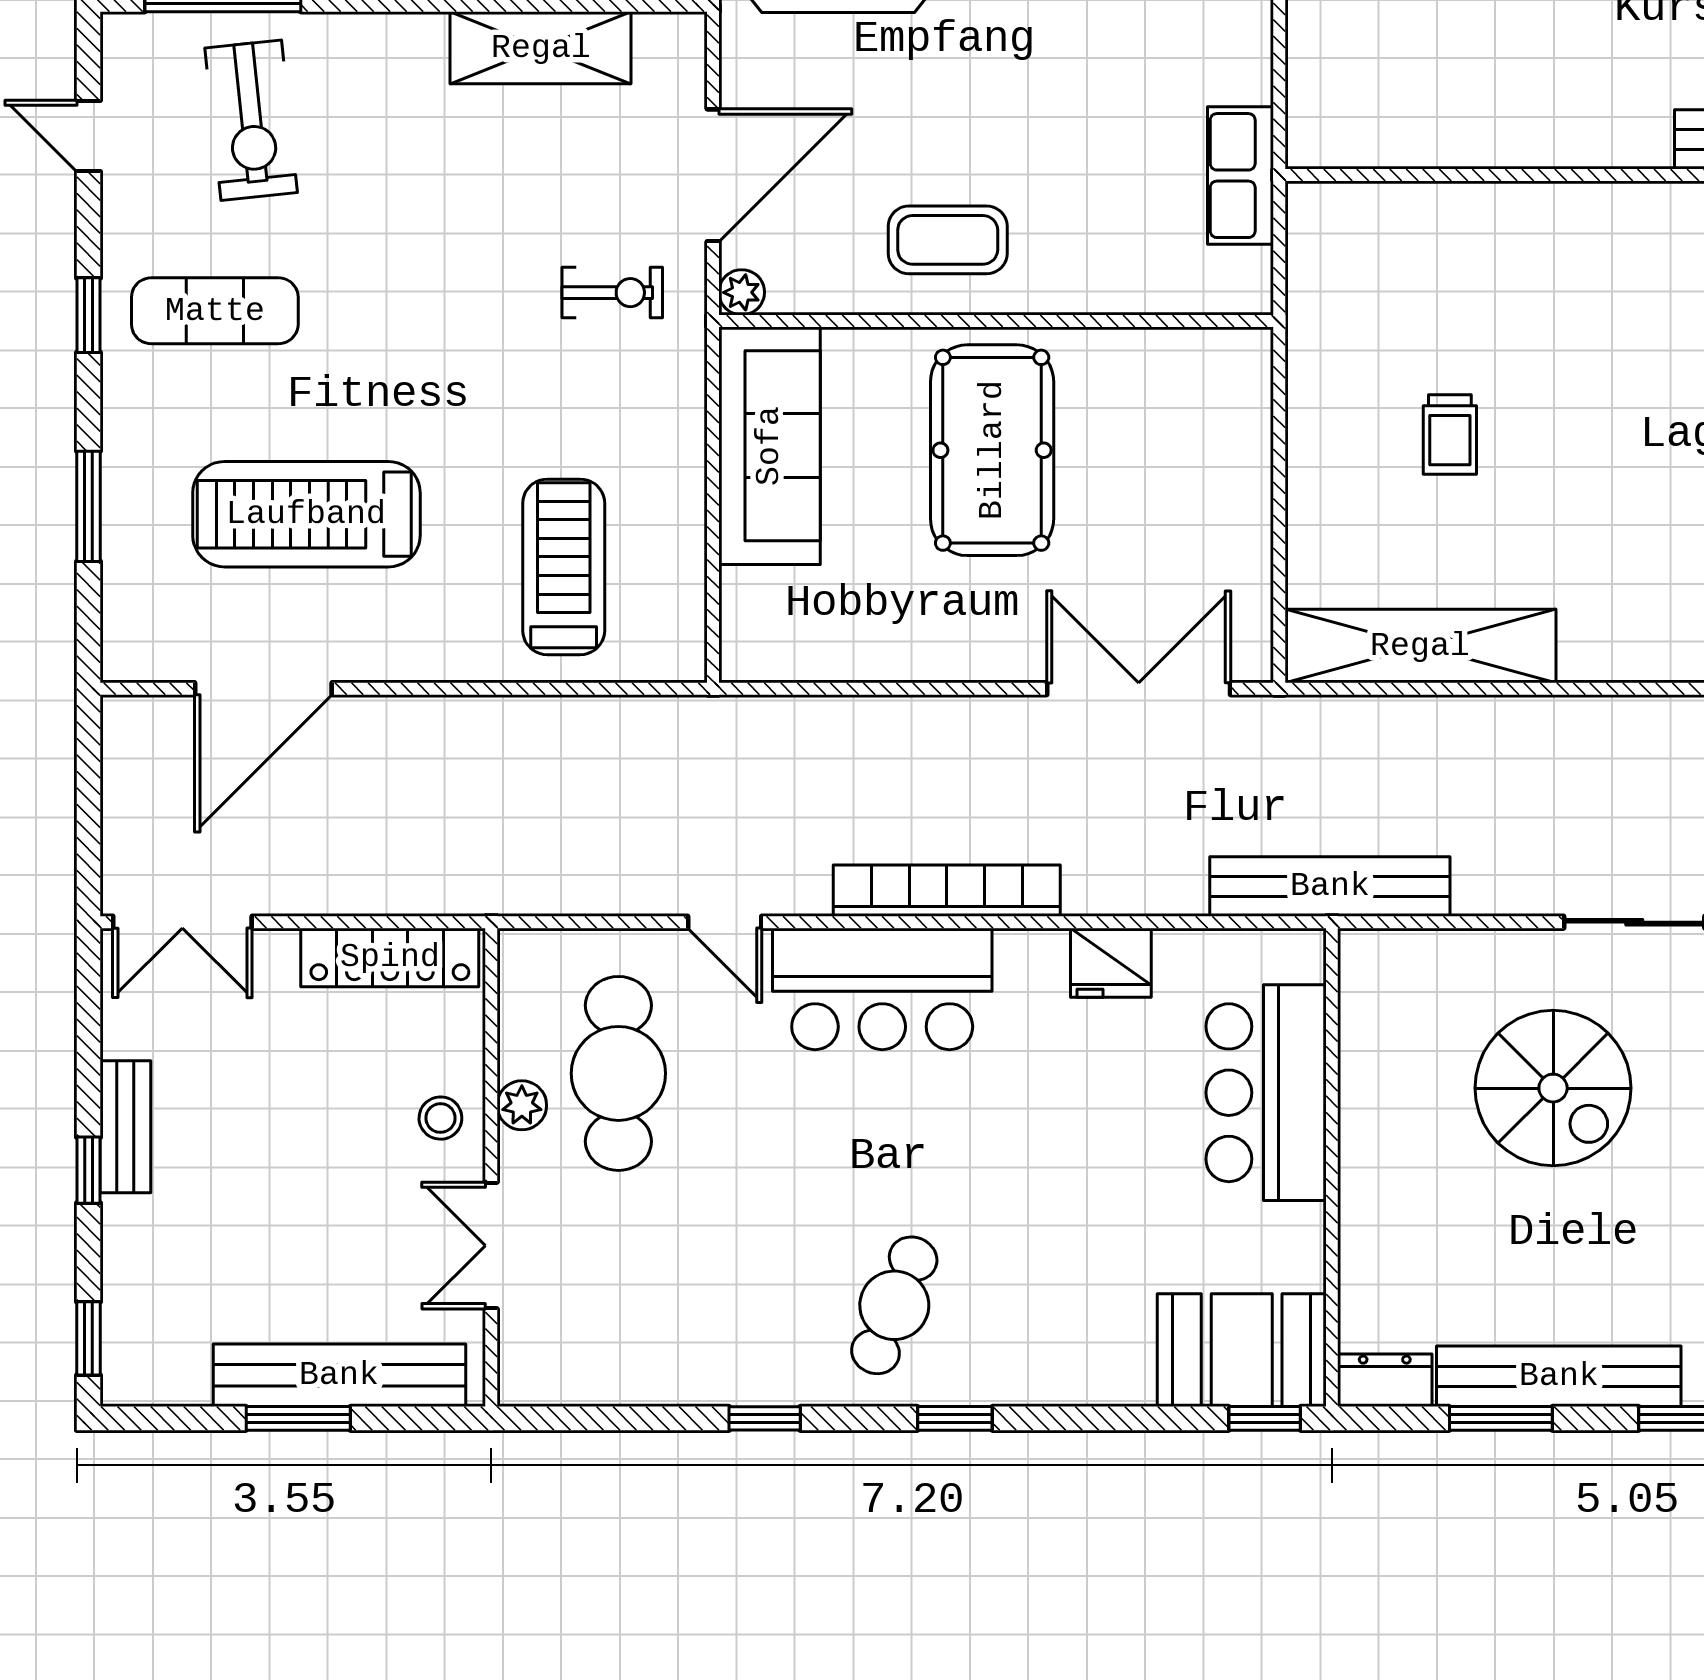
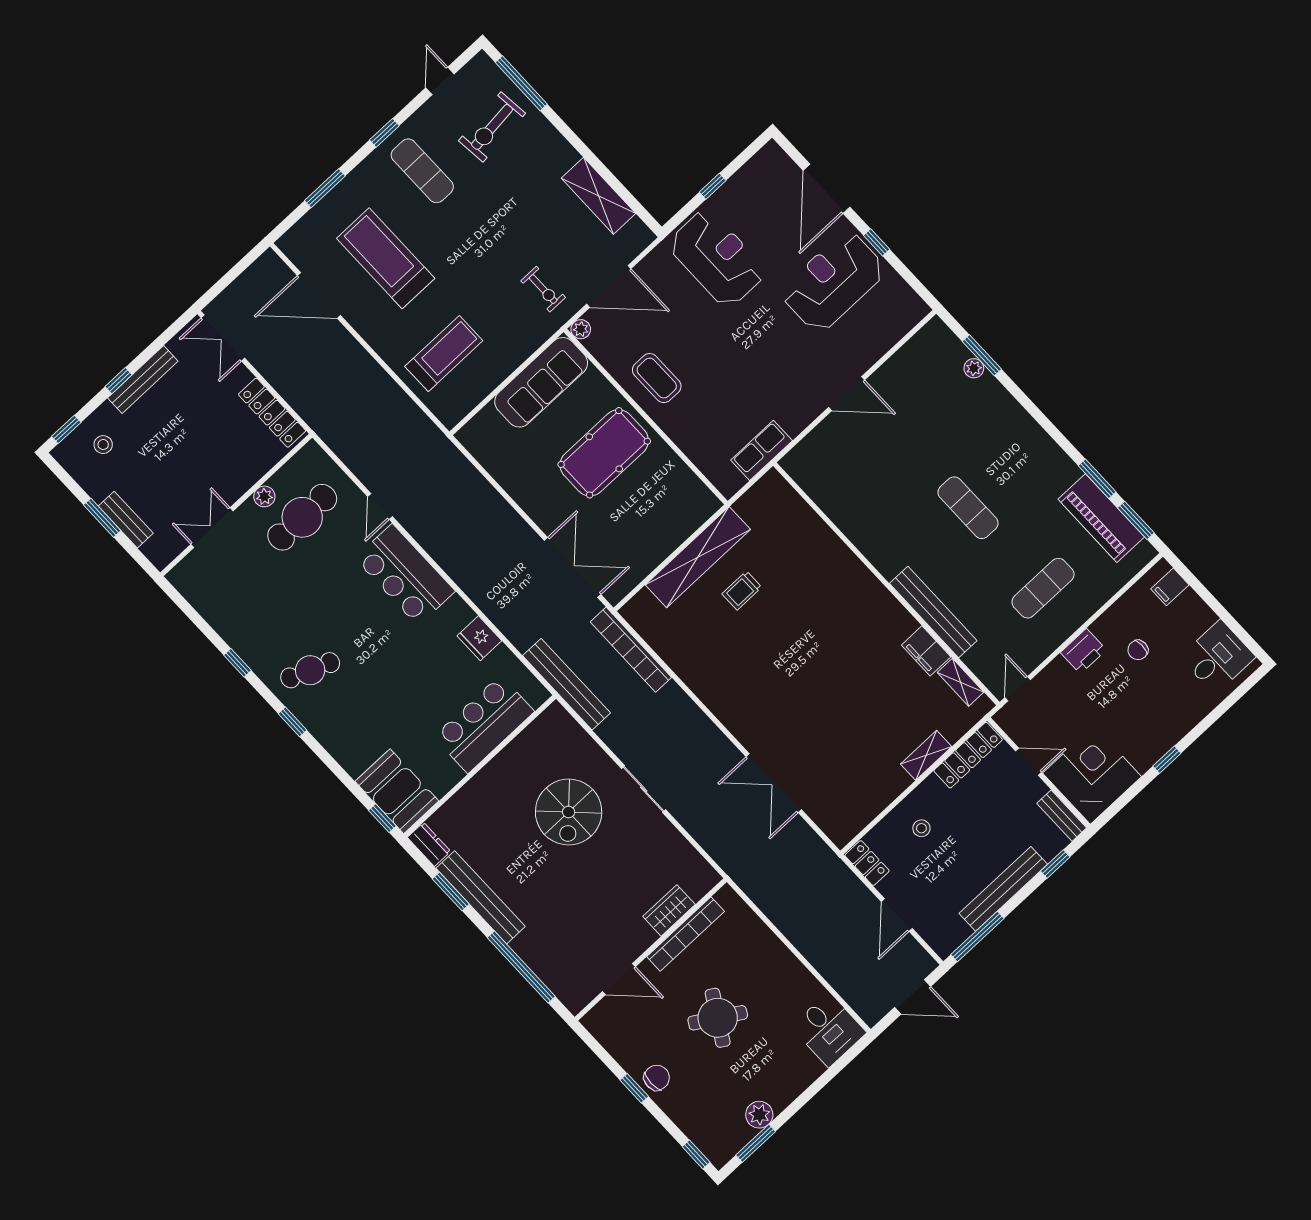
shelving: (1420, 646) -> (698, 557), moved, turned 90
bookcase: (947, 891) -> (631, 650), moved, turned 180
stool: (440, 1118) -> (103, 445), moved
bench: (125, 1127) -> (143, 379), width x1.36
bench: (339, 1375) -> (126, 520), width x0.54, depth x0.82

